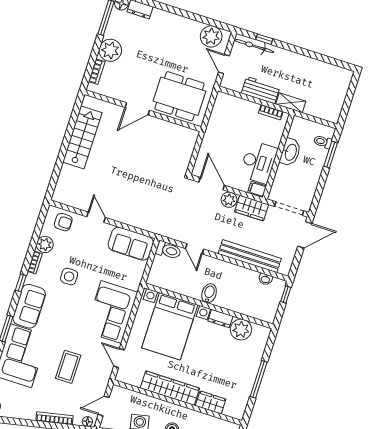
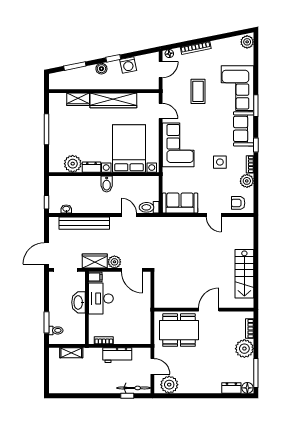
shelving: (291, 103) -> (71, 353), moved
washbasin: (290, 152) -> (79, 302), moved

